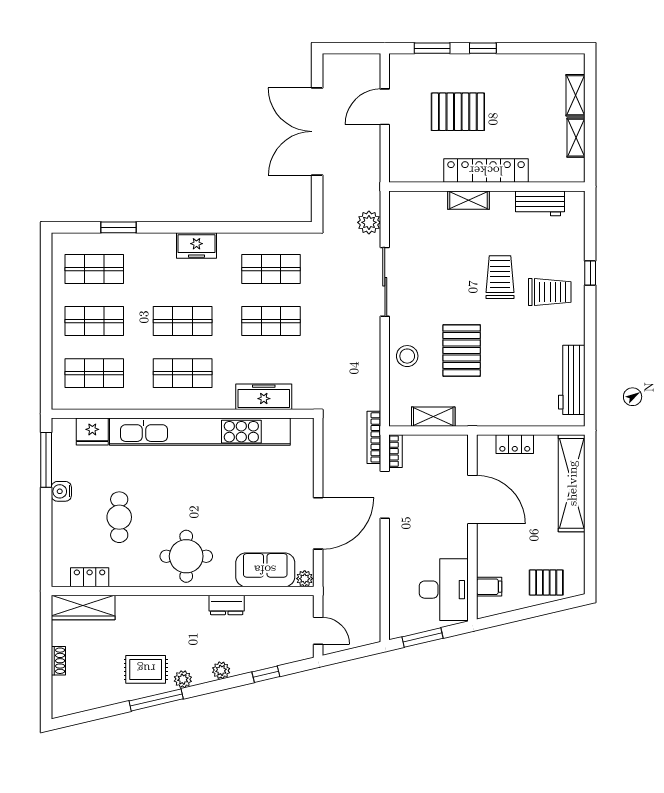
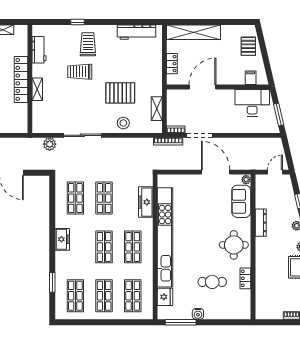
locker: (90, 577) -> (245, 278), moved
dresser: (227, 605) -> (261, 223), width x1.44
wardrobe: (83, 607) -> (262, 302), removed

